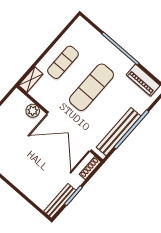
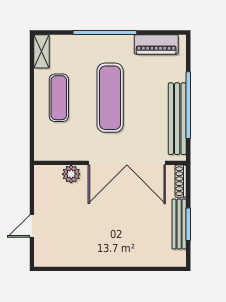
shelving: (31, 80) -> (42, 51), moved
bench: (60, 201) -> (179, 224), moved

